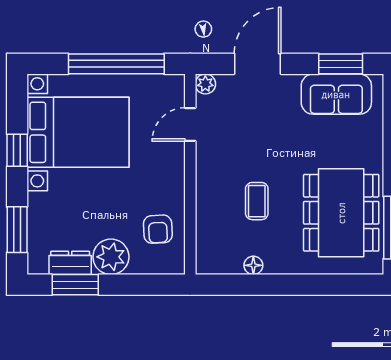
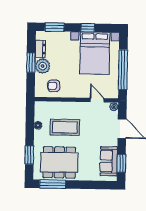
coffee table: (257, 201) -> (65, 127), width x1.86, depth x1.72
window: (75, 285) -> (31, 63), moved
window: (325, 285) -> (29, 155), added

